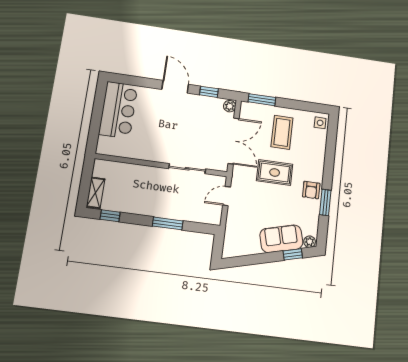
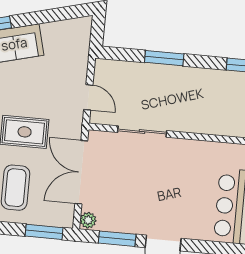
window: (209, 92) -> (117, 239), width x1.50
door: (227, 196) -> (88, 97), hinge flipped

